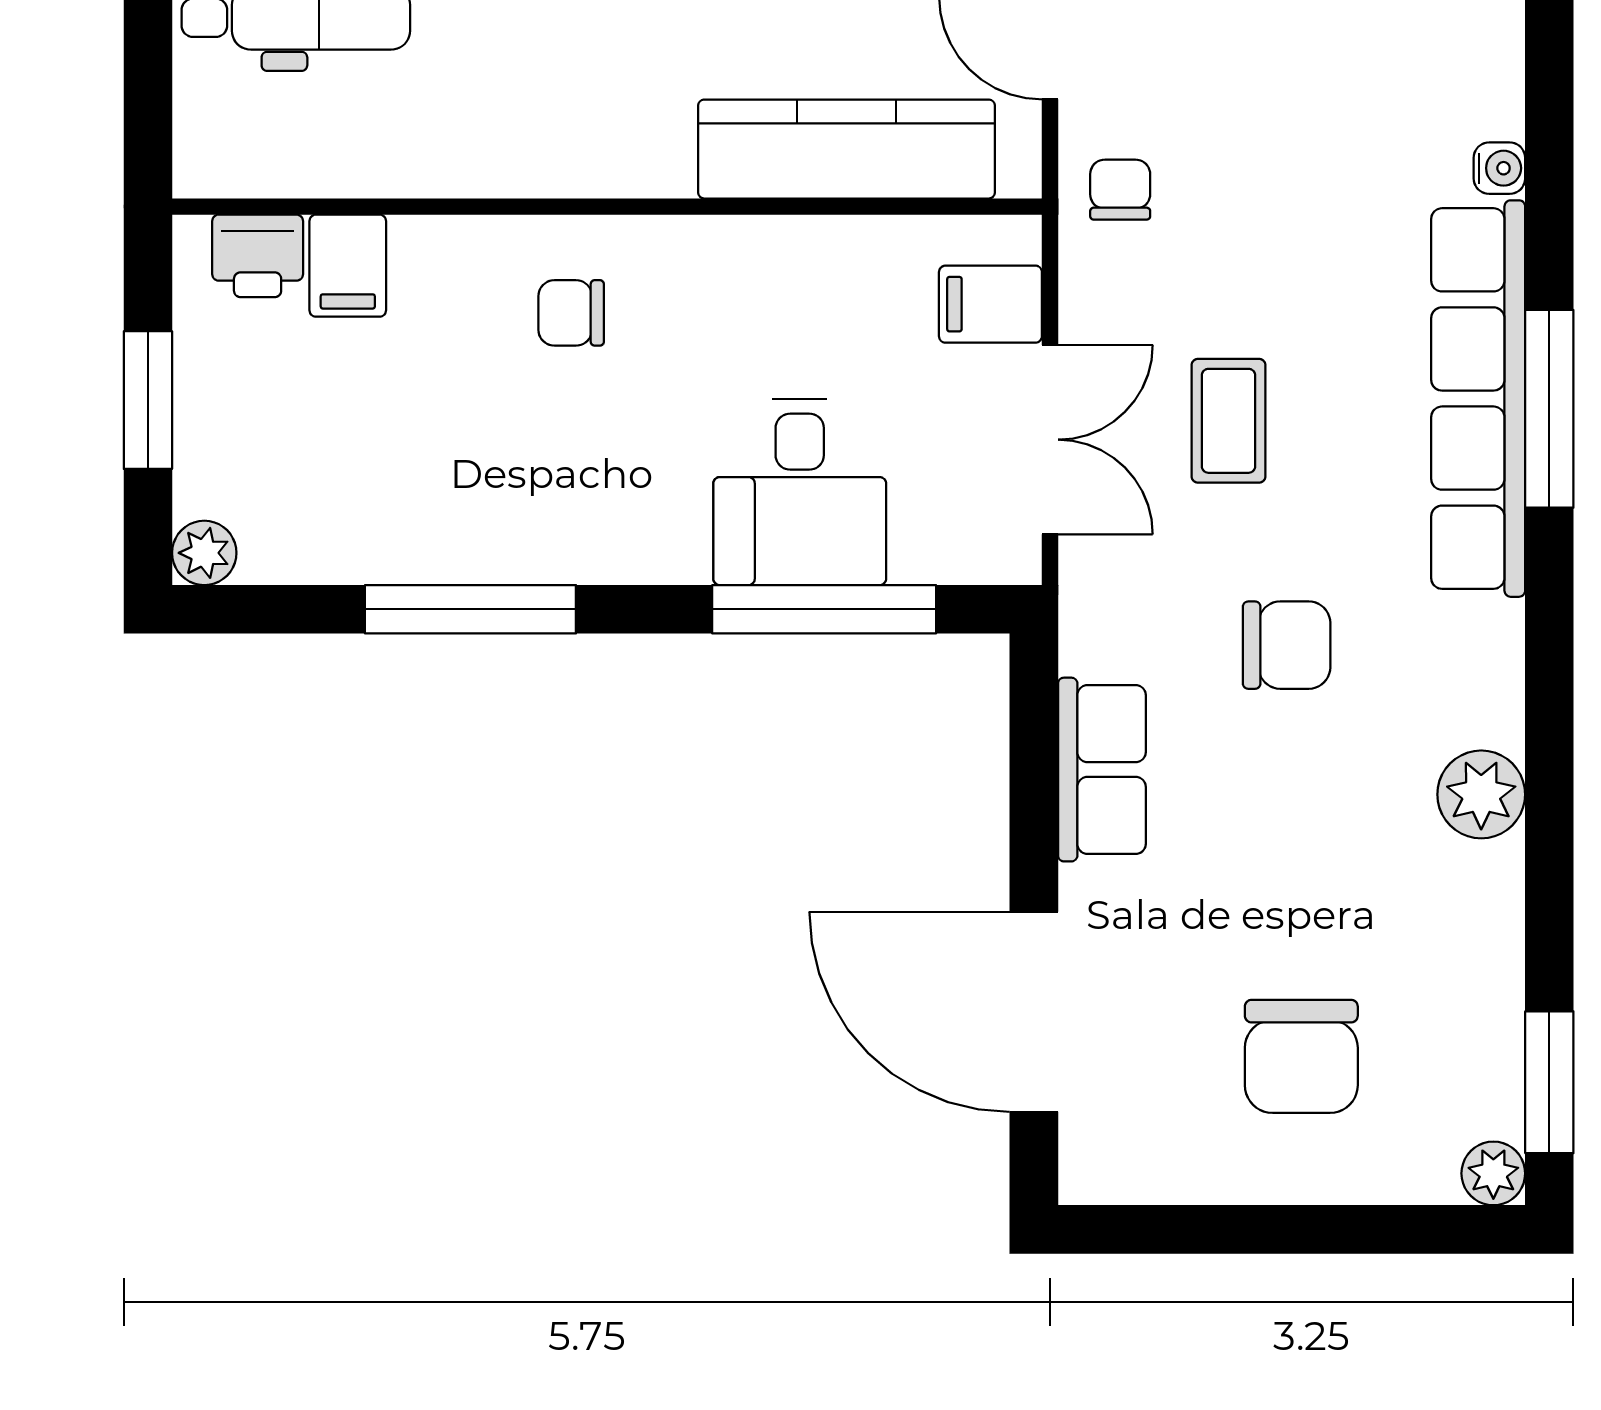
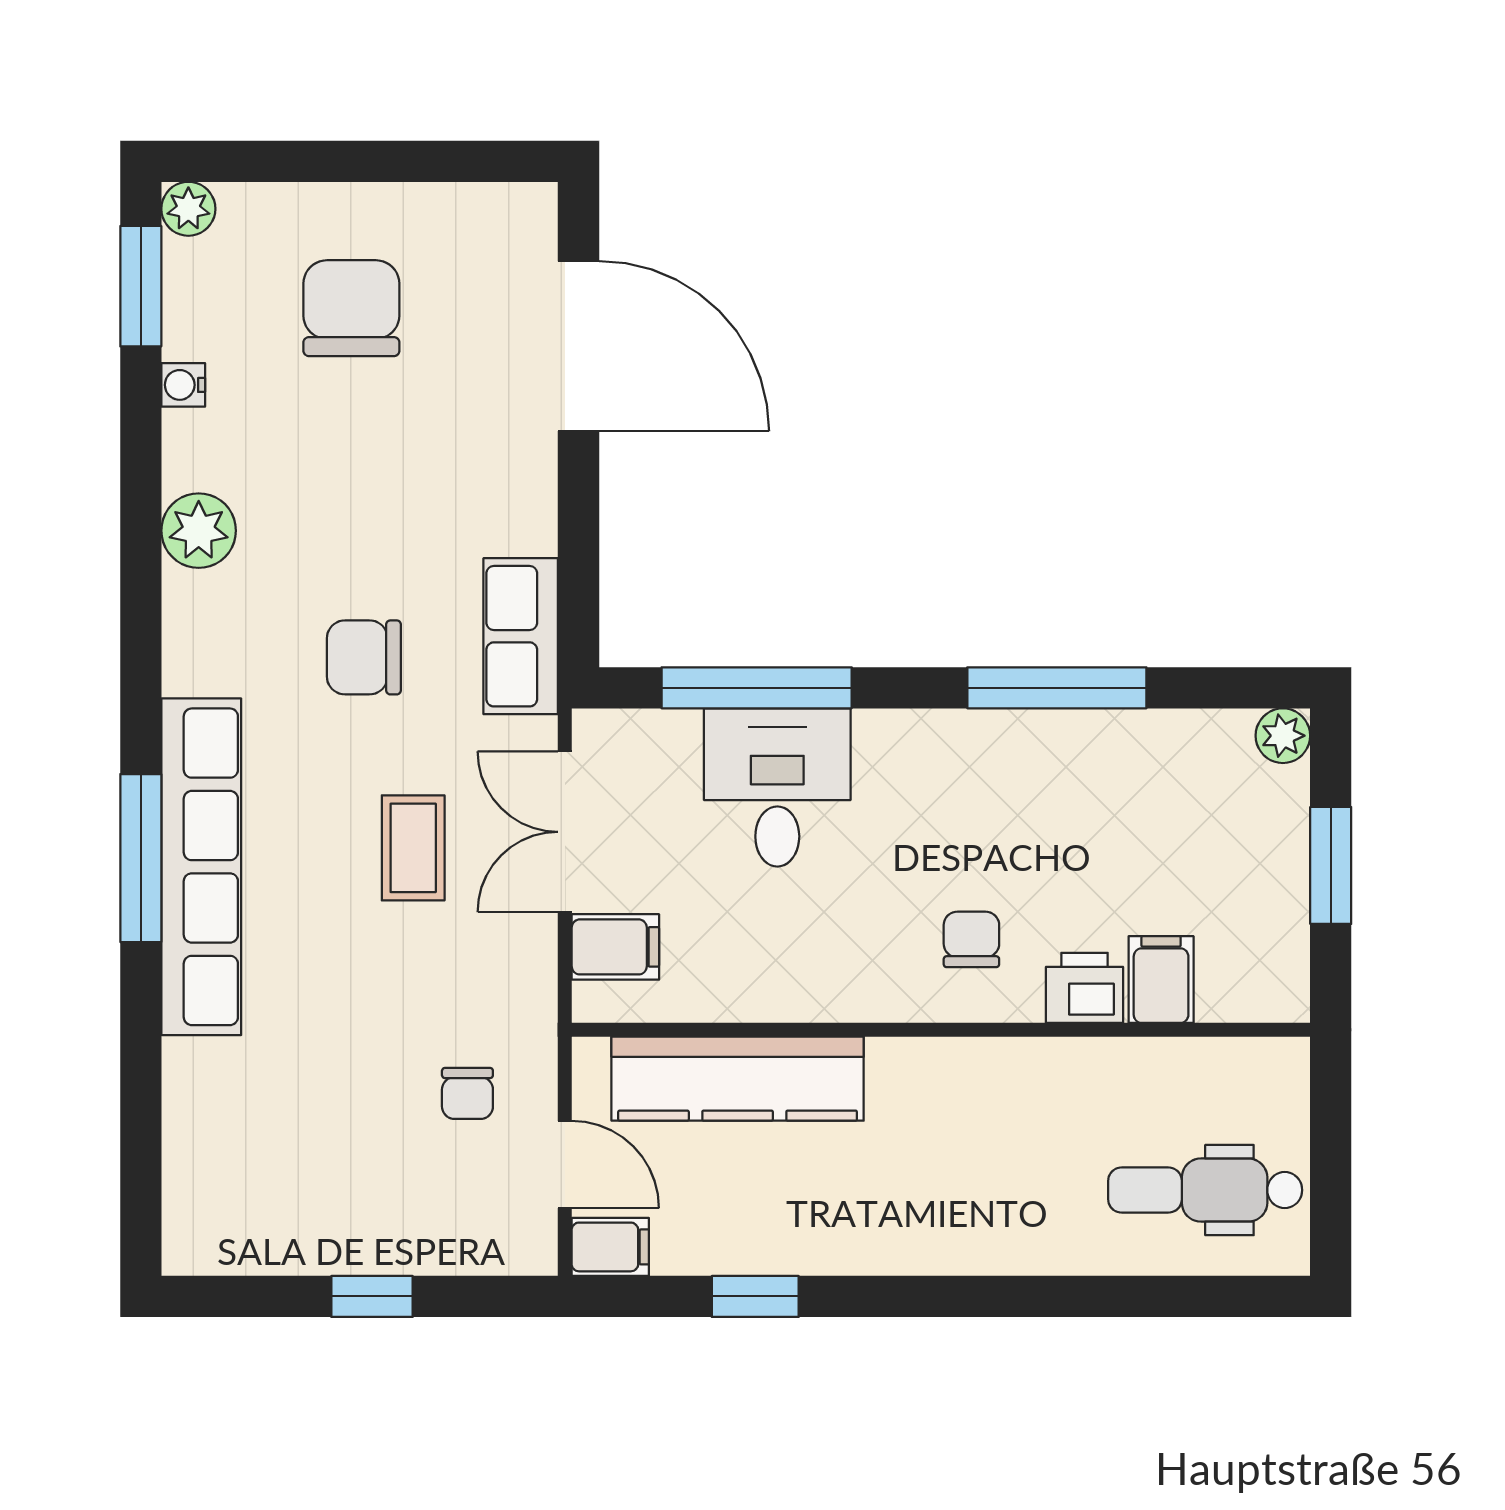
water cooler: (1499, 168) -> (183, 385), moved
chair: (1120, 190) -> (467, 1093), moved
printer: (258, 256) -> (1084, 988), moved
chair: (571, 313) -> (971, 939), turned -90
row of seats: (1102, 770) -> (521, 636), moved

